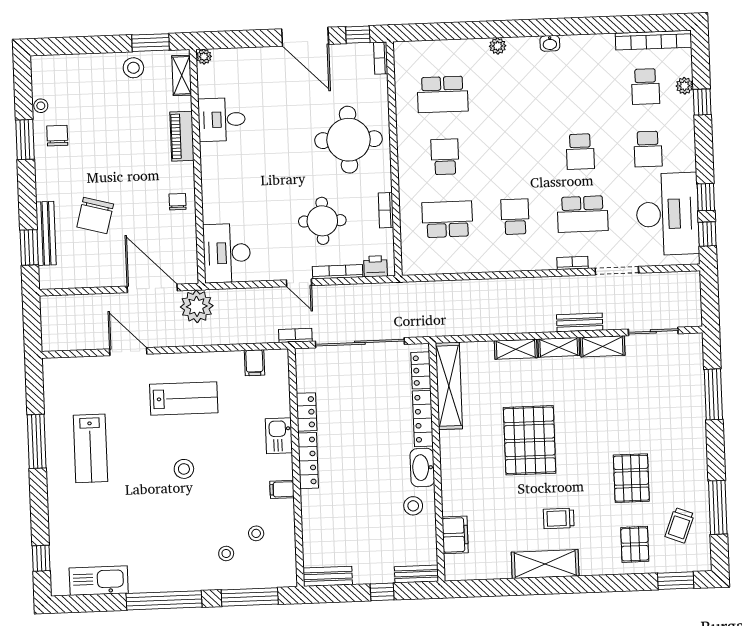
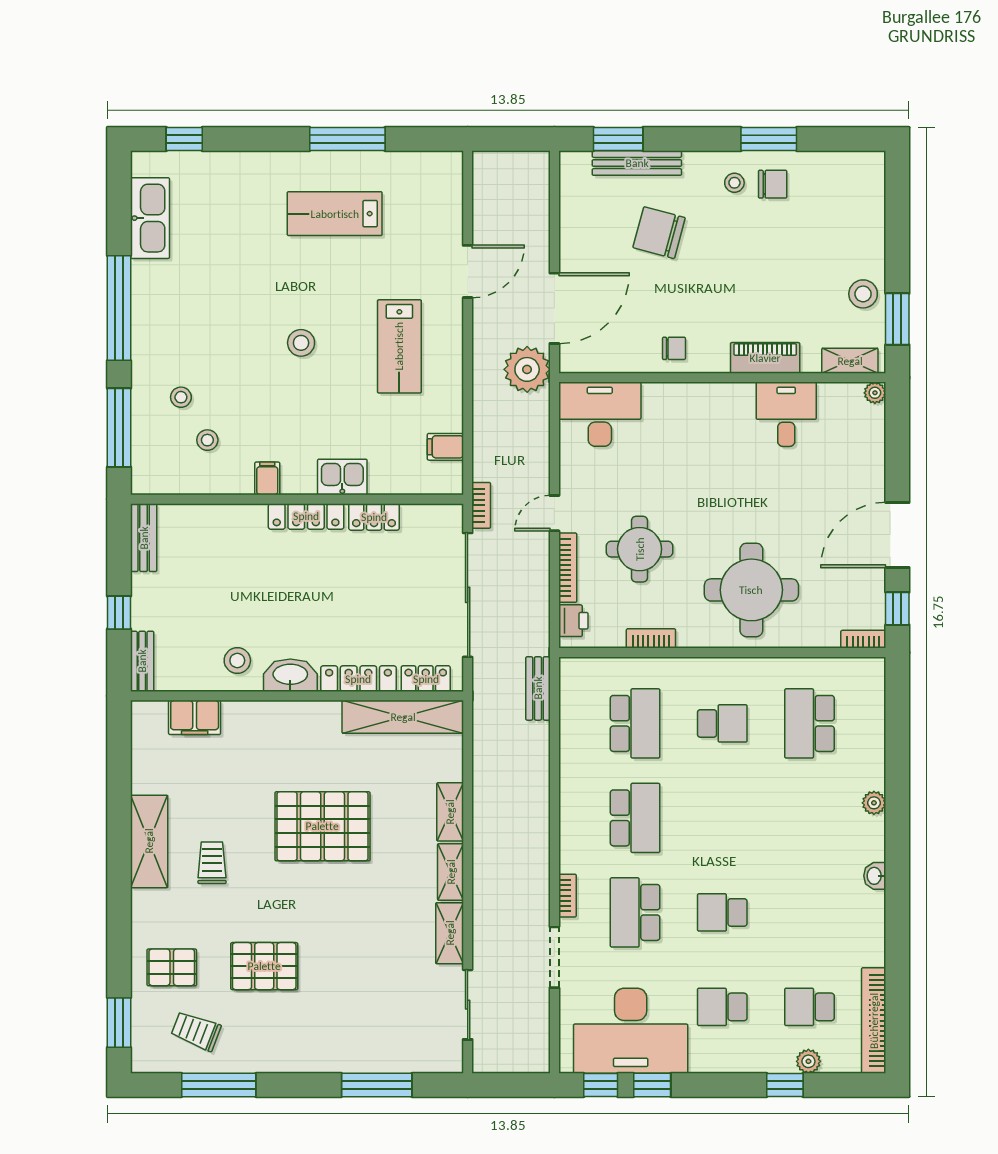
stool: (41, 106) -> (734, 183), moved
school desk: (515, 217) -> (635, 818), width x1.85
bench: (580, 322) -> (538, 688), moved

